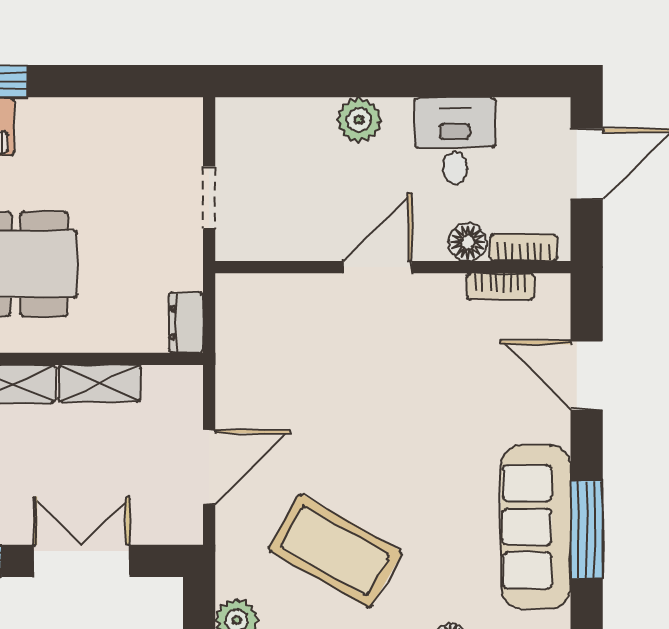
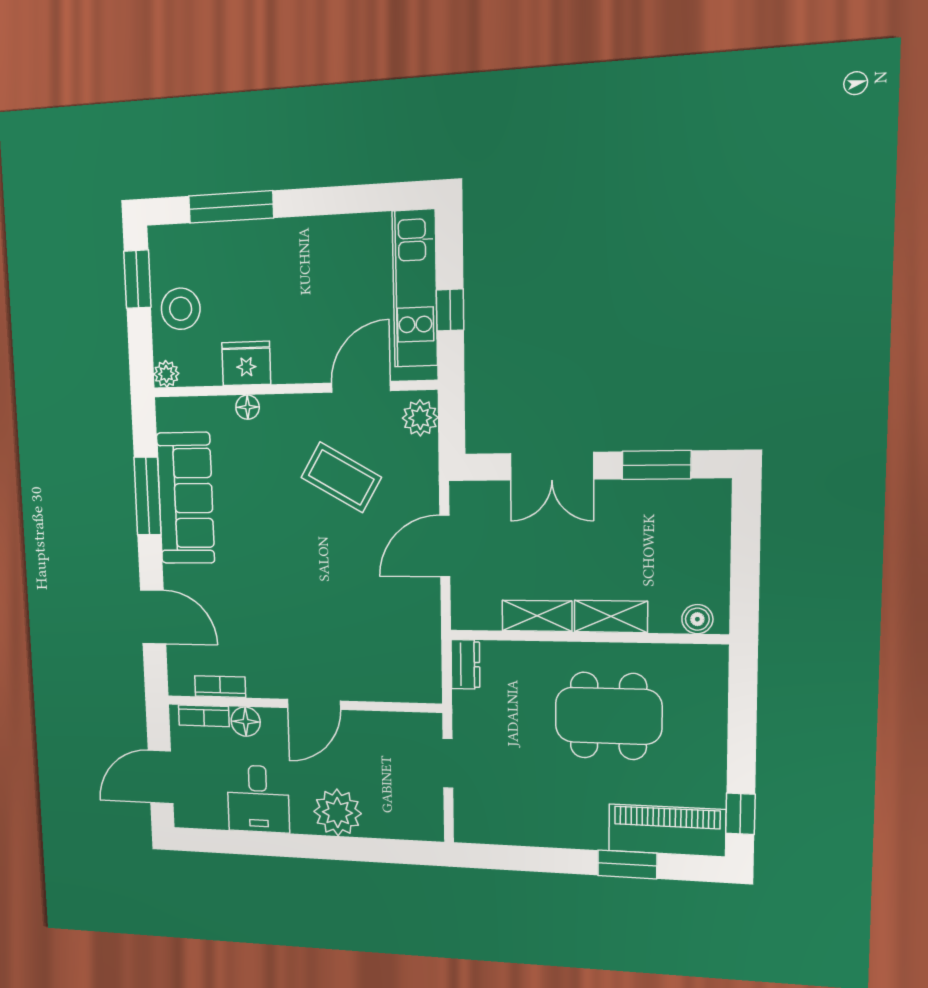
plant: (359, 120) -> (337, 812), width x1.36, depth x1.36
coffee table: (335, 551) -> (341, 477), width x0.73, depth x0.76

